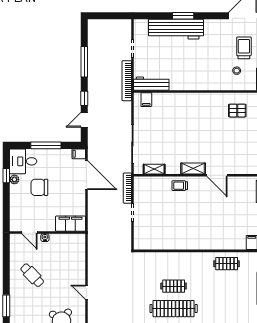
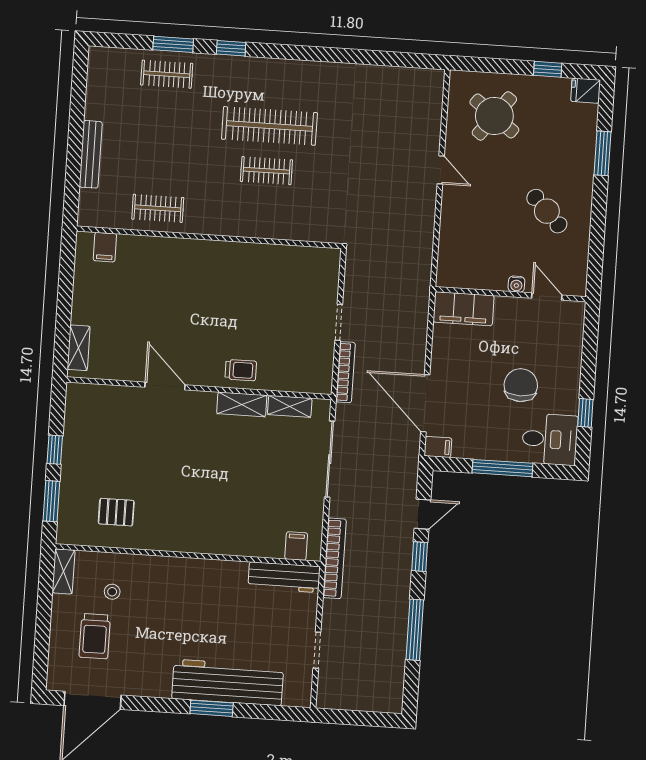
bookcase: (127, 81) -> (334, 558), moved
shelving: (193, 169) -> (242, 404), moved
plant: (14, 179) -> (570, 404), removed
chair: (39, 187) -> (521, 385), turned -90

